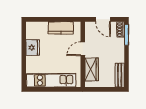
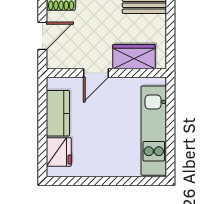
fridge: (33, 48) -> (59, 152), moved, turned 90
door: (83, 49) -> (96, 73), hinge flipped

